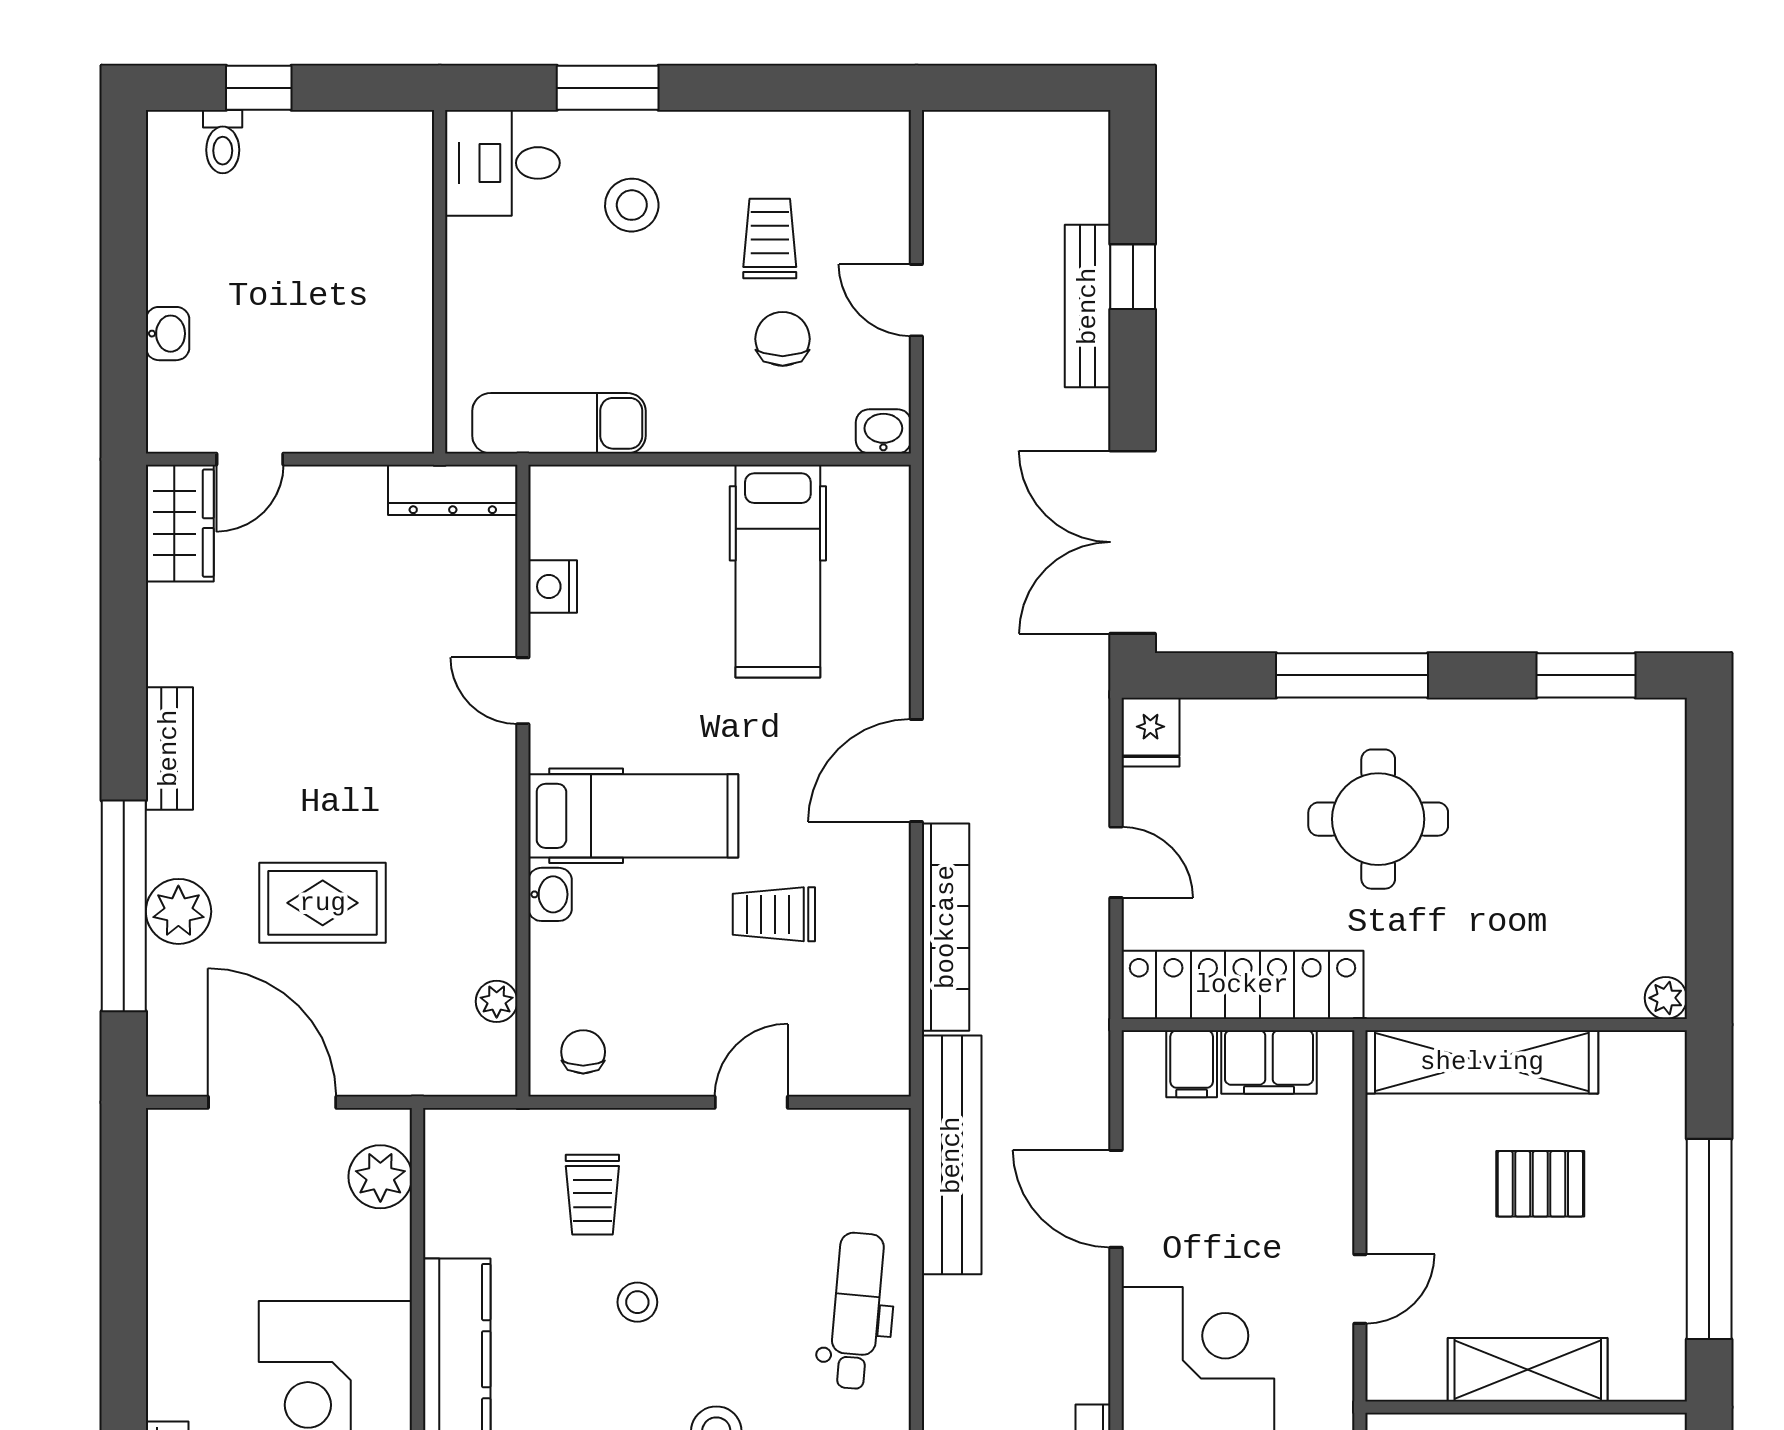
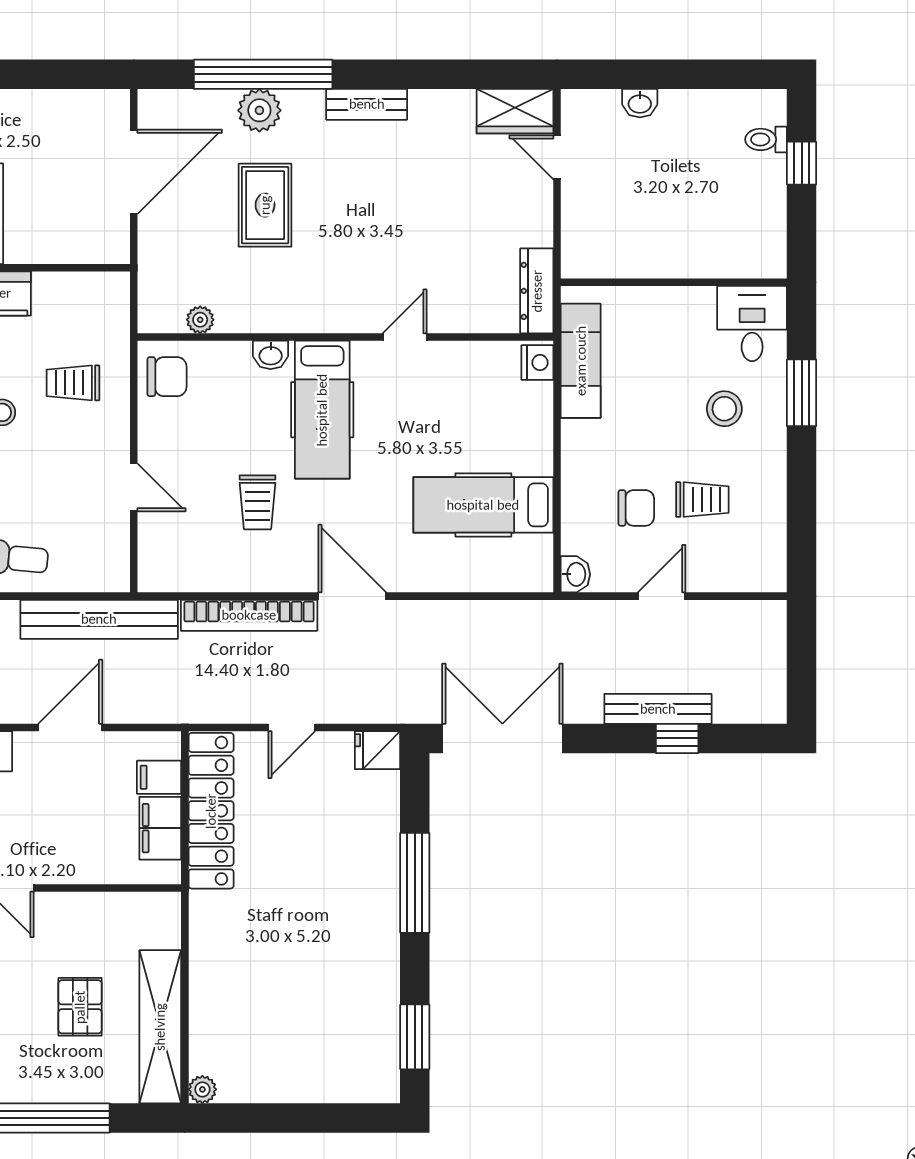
nightstand: (553, 587) -> (537, 363), moved, turned 90
round table: (1378, 819) -> (320, 900), removed
trolley: (774, 914) -> (258, 502), turned 180
chair: (583, 1052) -> (167, 377), width x1.37, depth x1.37
shelving: (1482, 1062) -> (160, 1027), moved
plant: (380, 1177) -> (85, 243), removed

